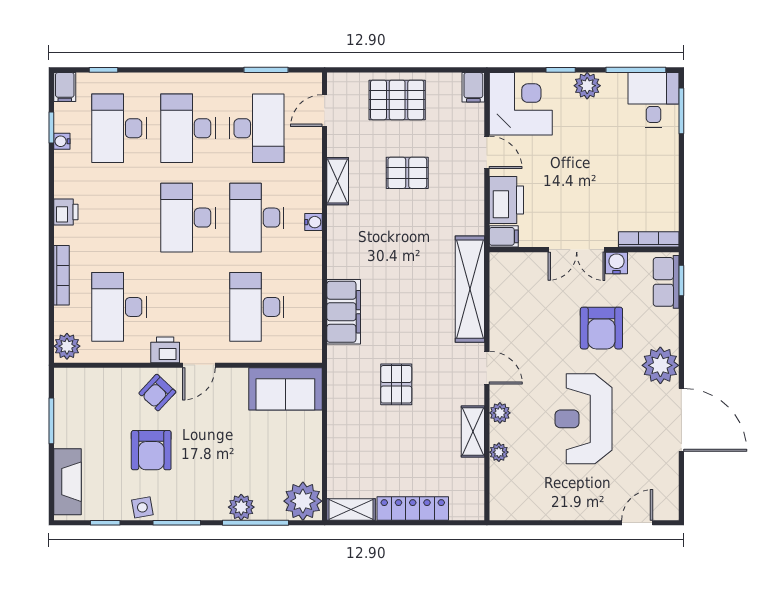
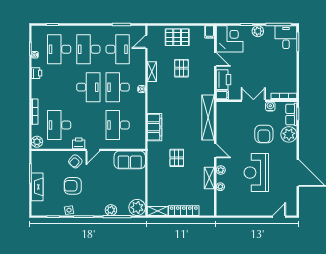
filing cabinet: (65, 87) -> (36, 32), removed
pallet: (407, 173) -> (181, 68), turned 90
printer: (66, 212) -> (36, 73), moved
desk: (188, 218) -> (88, 87), turned 180
double door: (577, 250) -> (253, 101), swing flipped
plant: (660, 365) -> (289, 134), moved
armchair: (151, 450) -> (73, 186), turned 90
fireplace: (67, 482) -> (37, 187), moved

